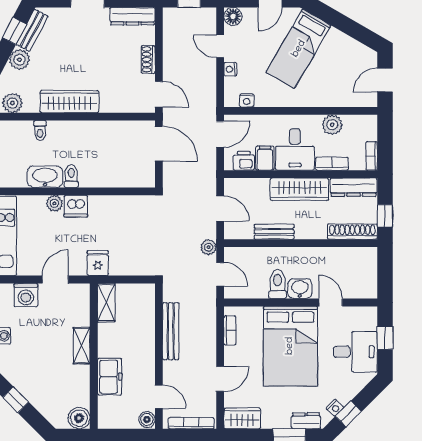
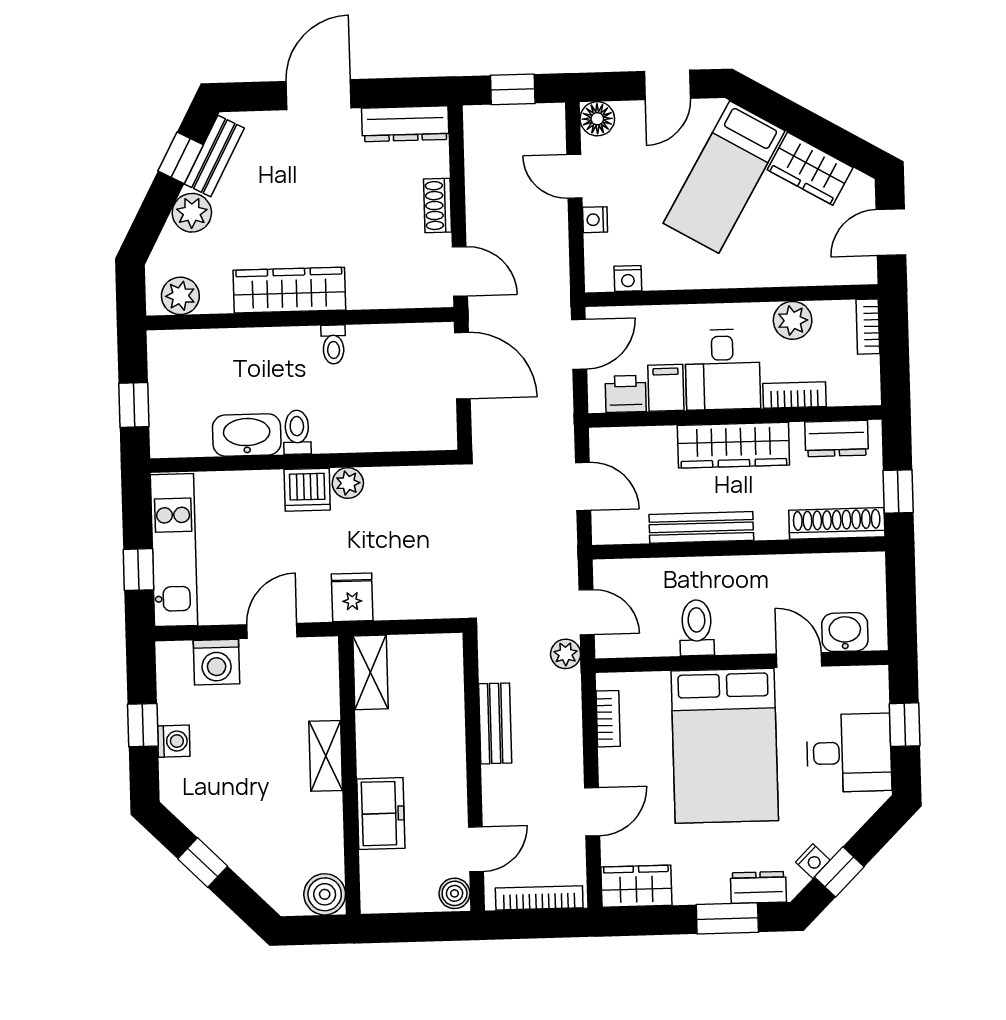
wardrobe: (344, 46) -> (810, 169), added
toilet: (40, 131) -> (333, 345), moved
bookcase: (372, 156) -> (868, 327), moved
dresser: (353, 187) -> (837, 438), width x0.70
plant: (54, 203) -> (348, 483), moved
bench: (274, 232) -> (701, 527), width x1.36
plant: (209, 247) -> (566, 654), moved
washbasin: (300, 289) -> (845, 632), moved
bench: (171, 331) -> (495, 723), width x0.73
door: (159, 397) -> (476, 849), hinge flipped

